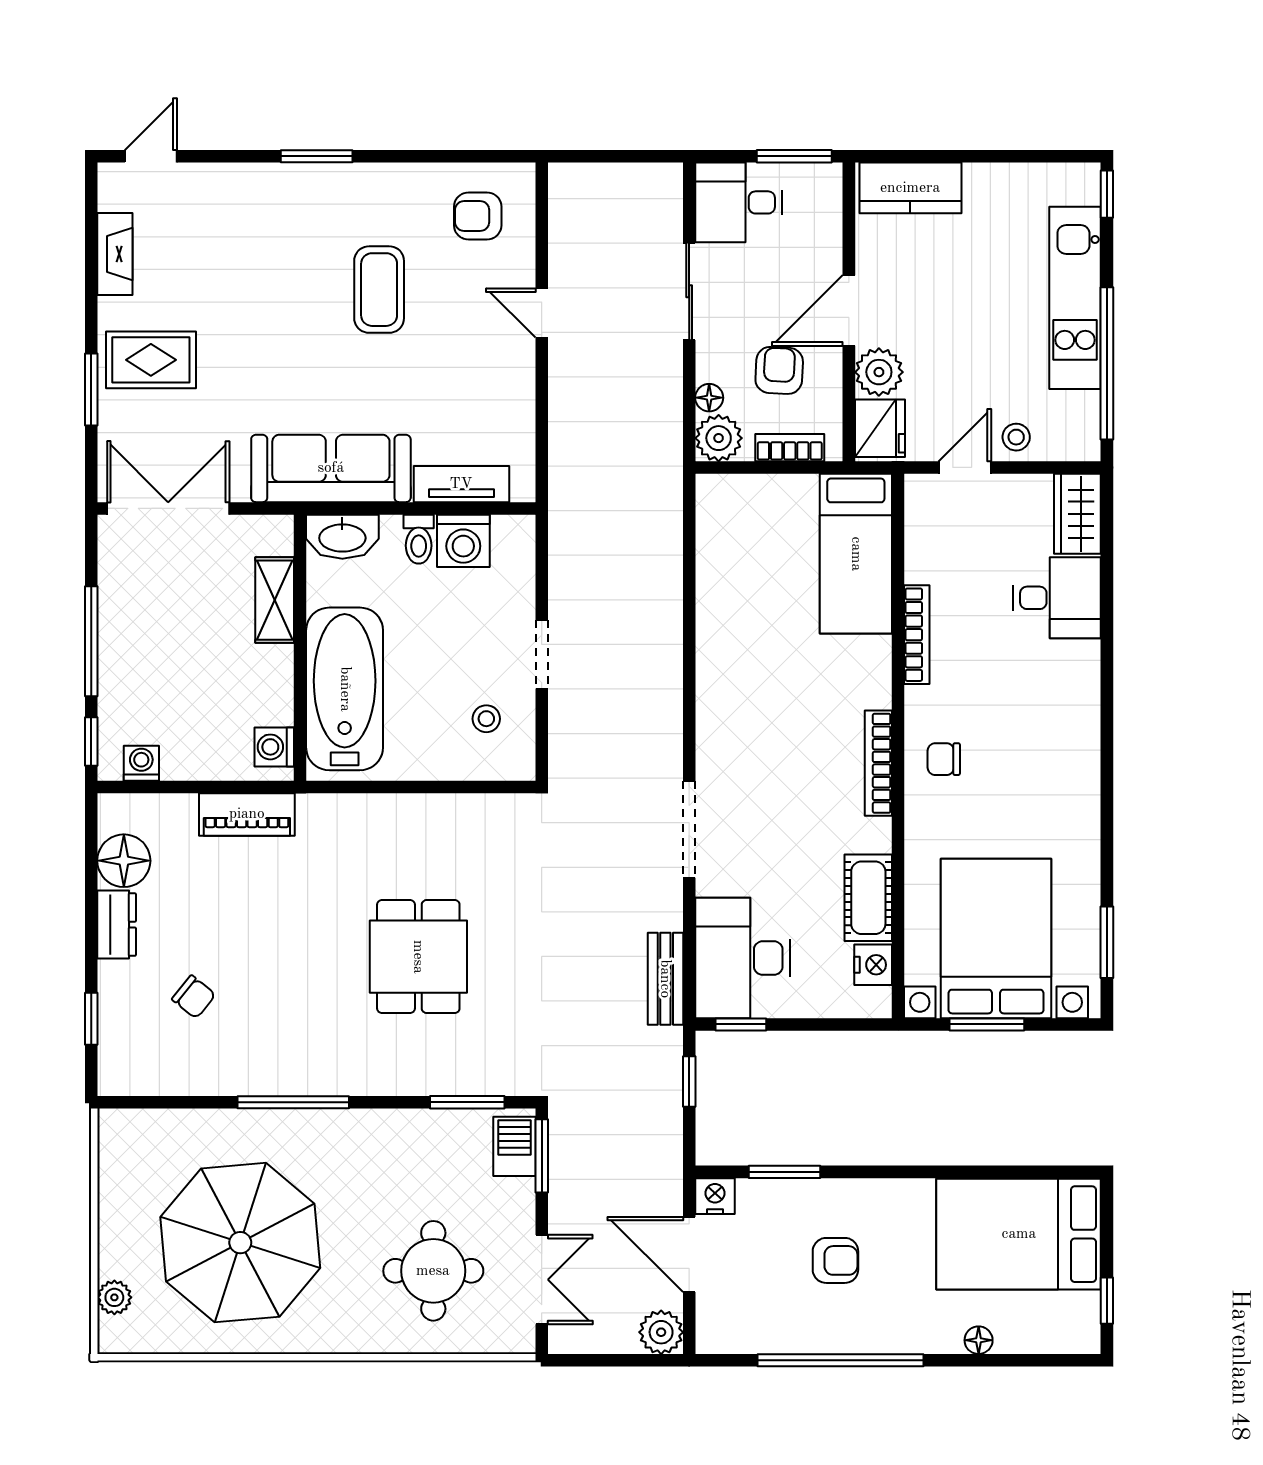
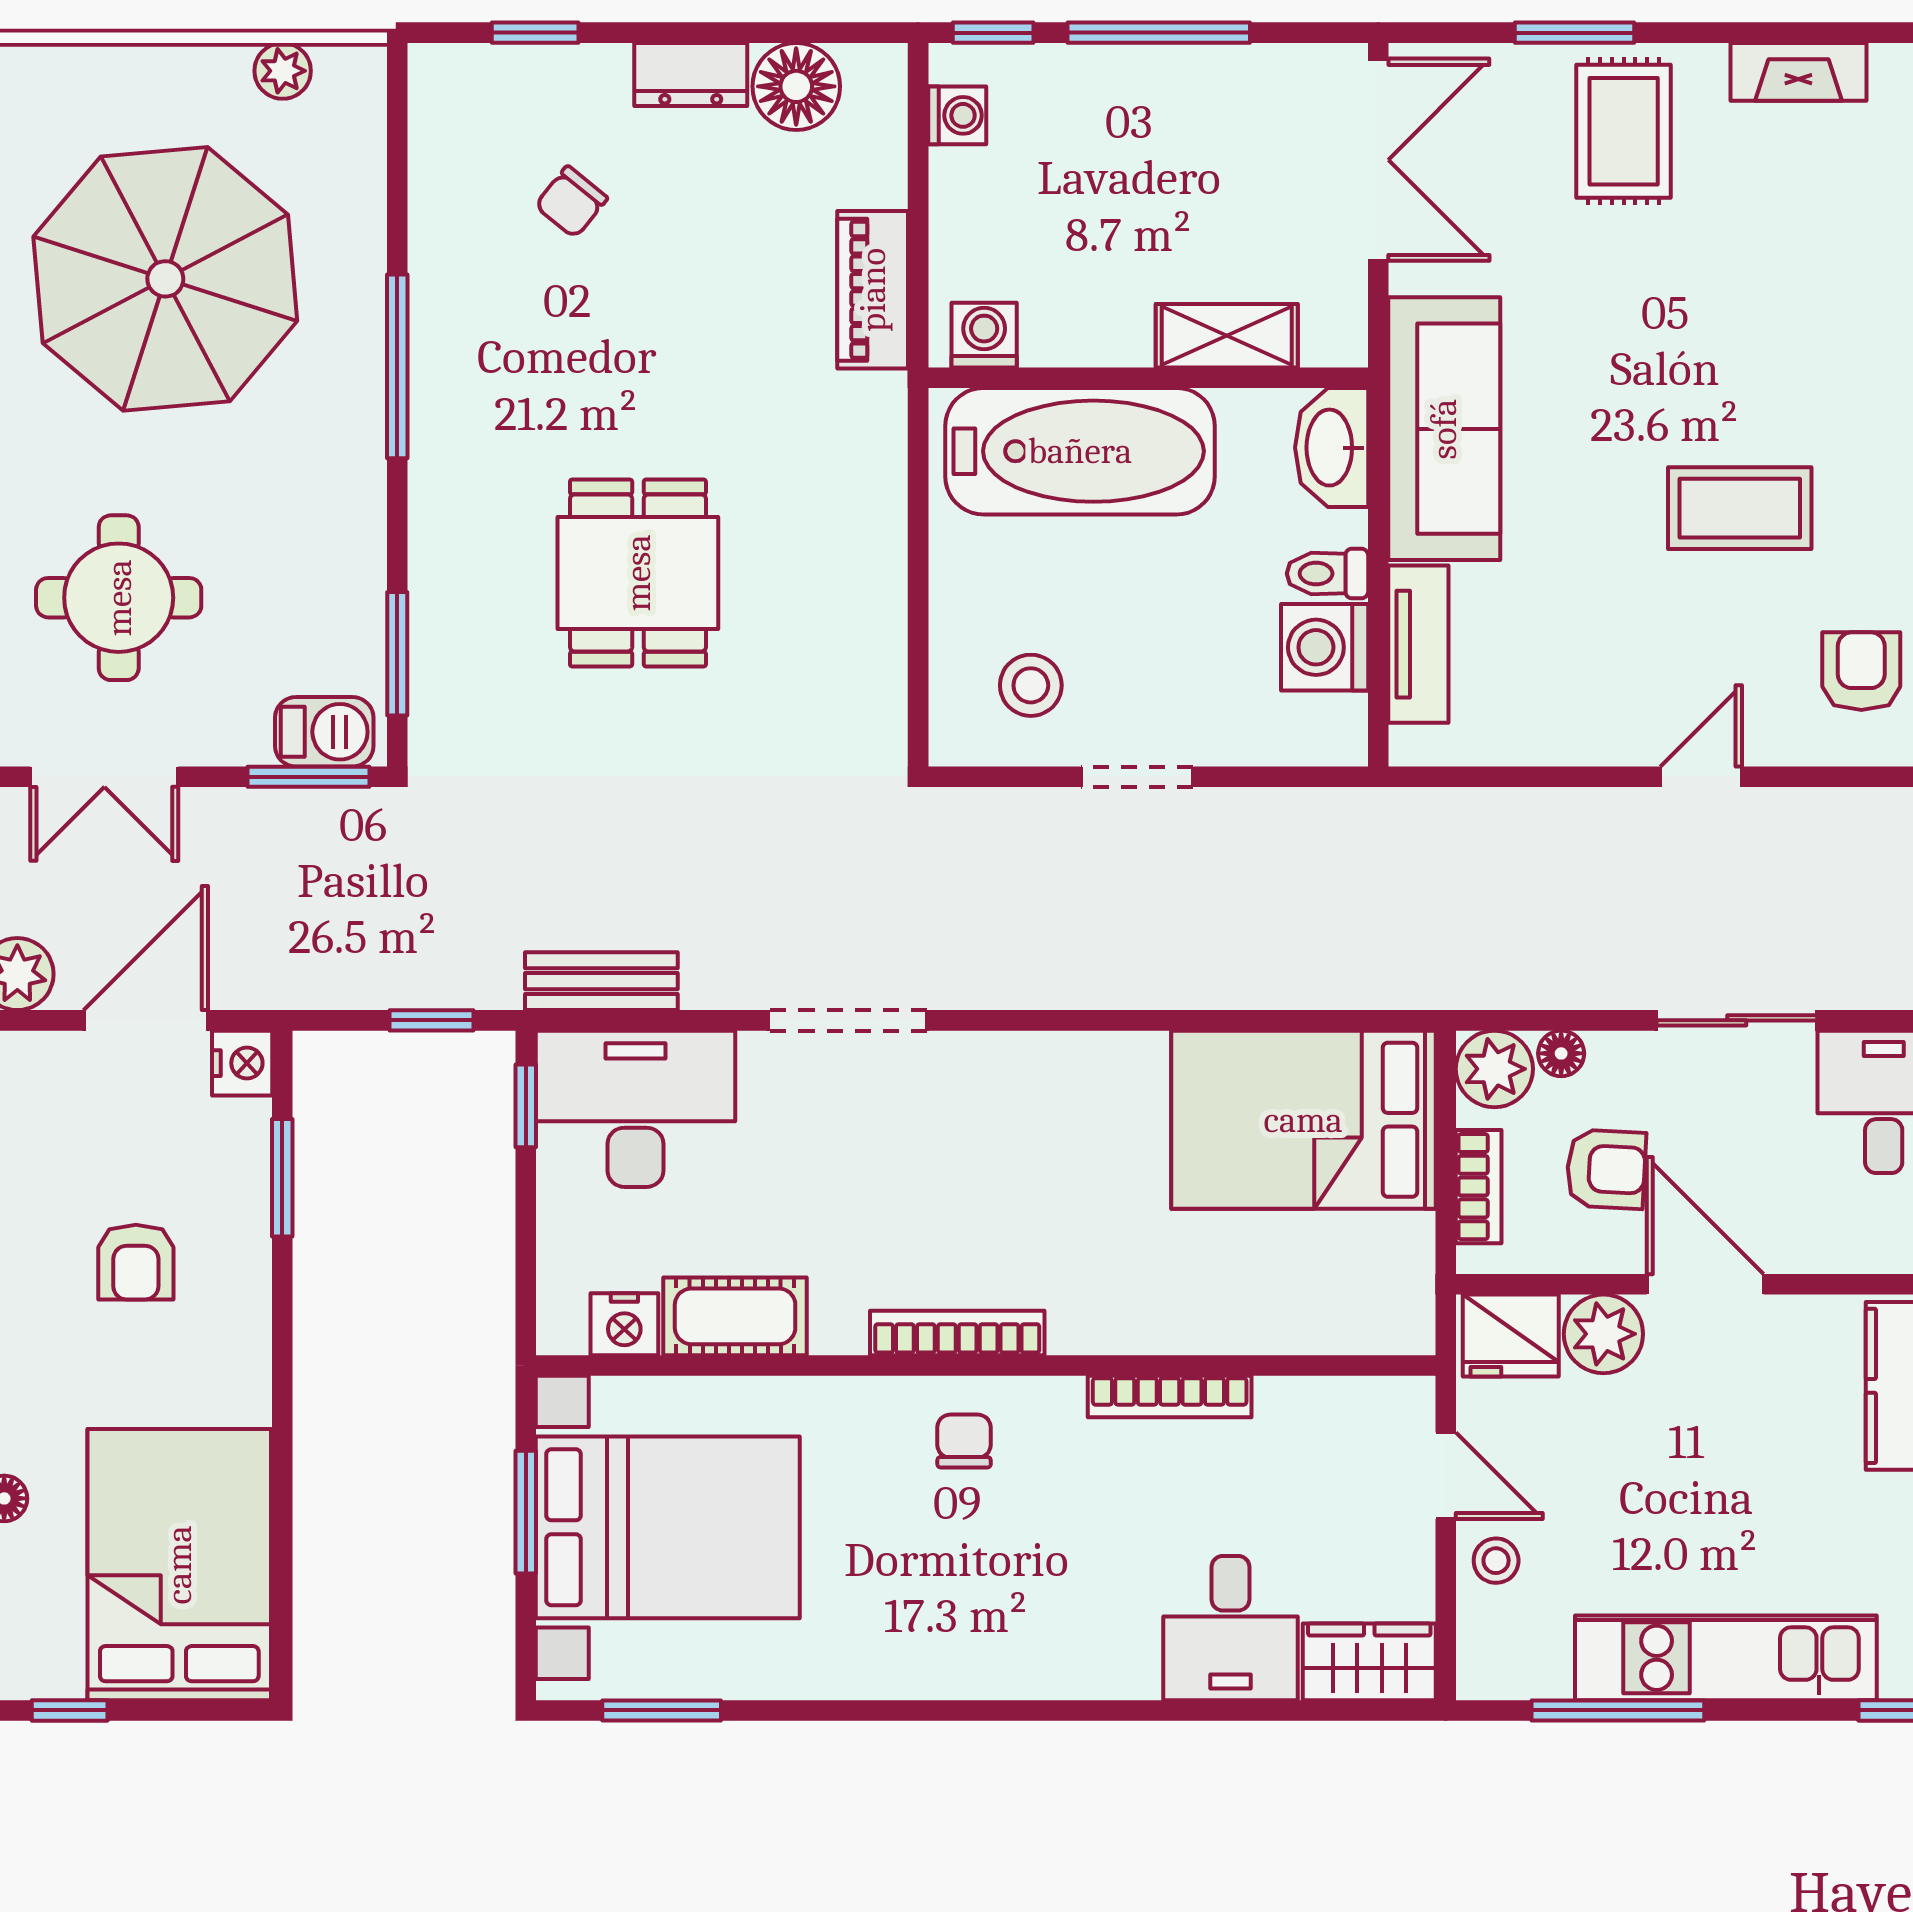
window: (1107, 363) -> (1618, 1710), width x0.68
bed: (856, 554) -> (1303, 1120), moved, width x1.50
stool: (486, 719) -> (1031, 685), width x1.37, depth x1.37
dining table: (418, 957) -> (638, 573), turned 90
plant: (114, 1297) -> (283, 71), moved

